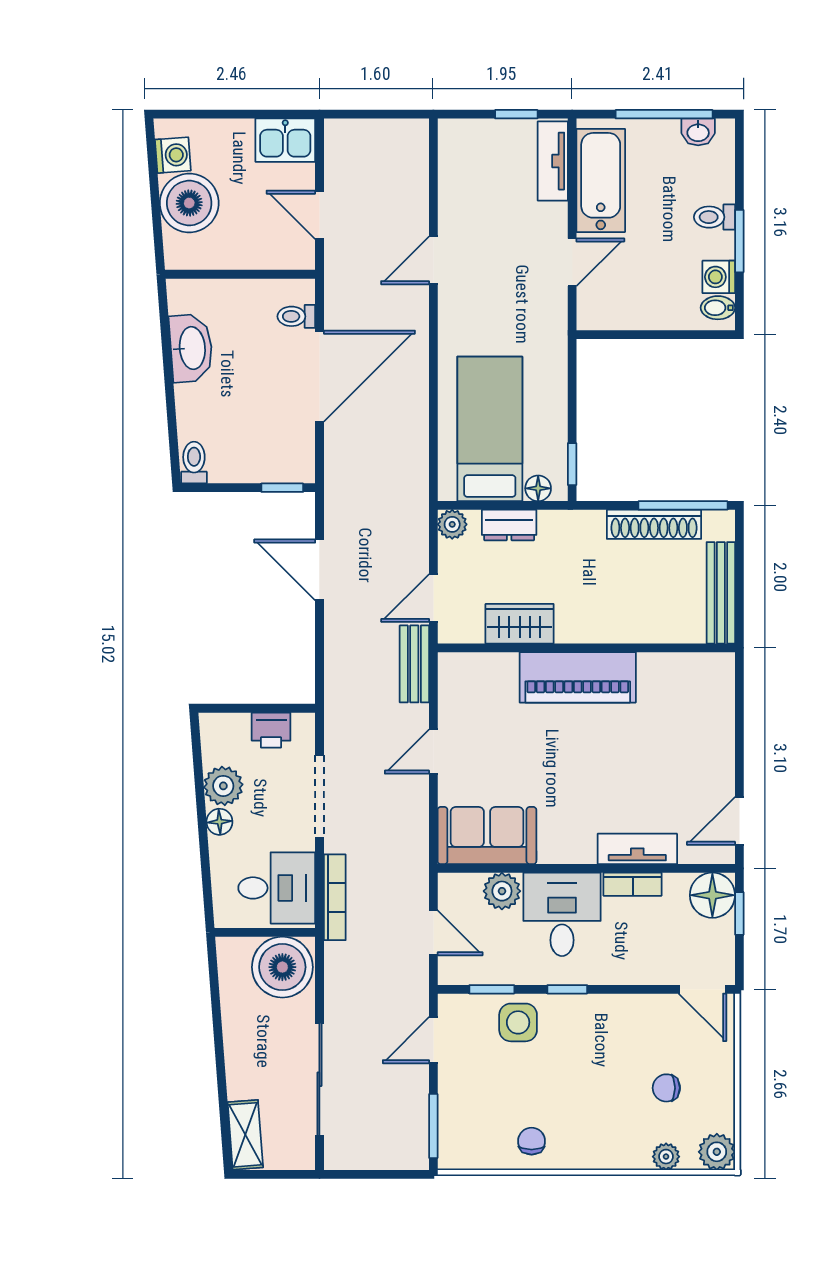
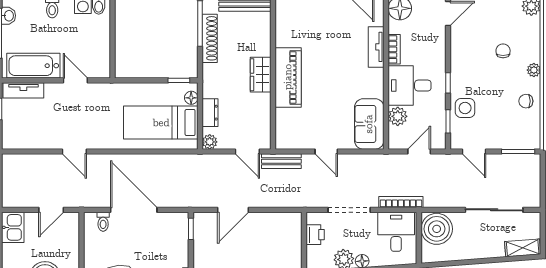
wardrobe: (520, 624) -> (261, 75), moved
chair: (666, 1088) -> (503, 51), moved, turned 180
plant: (666, 1157) -> (534, 70), moved

